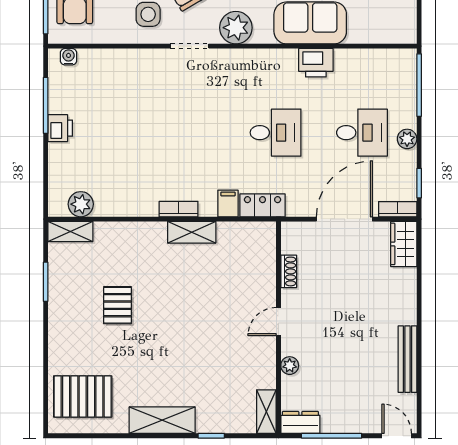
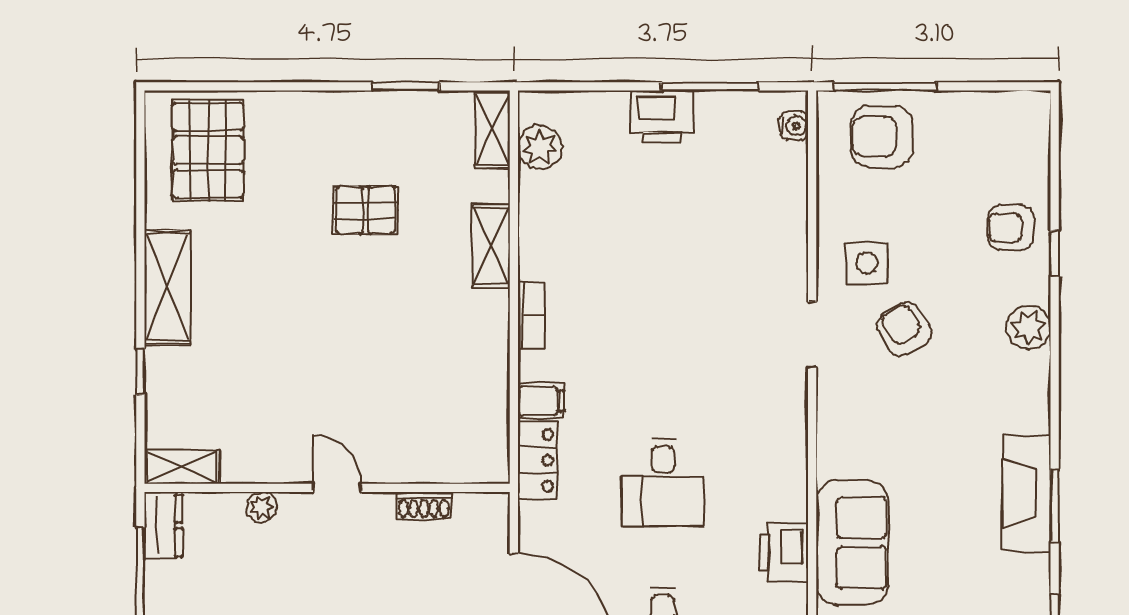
plant: (236, 28) -> (844, 414), removed
printer: (60, 128) -> (662, 117), width x1.36, depth x1.24
shelving: (192, 232) -> (491, 246), moved

